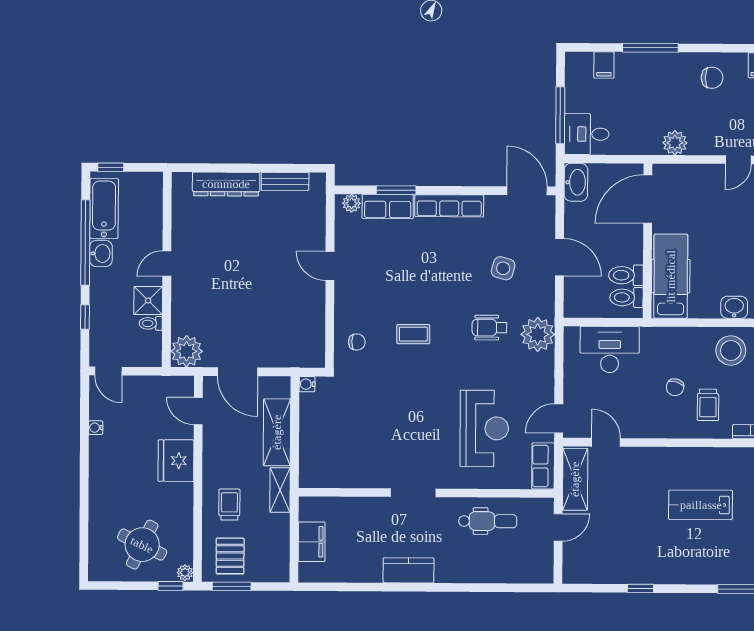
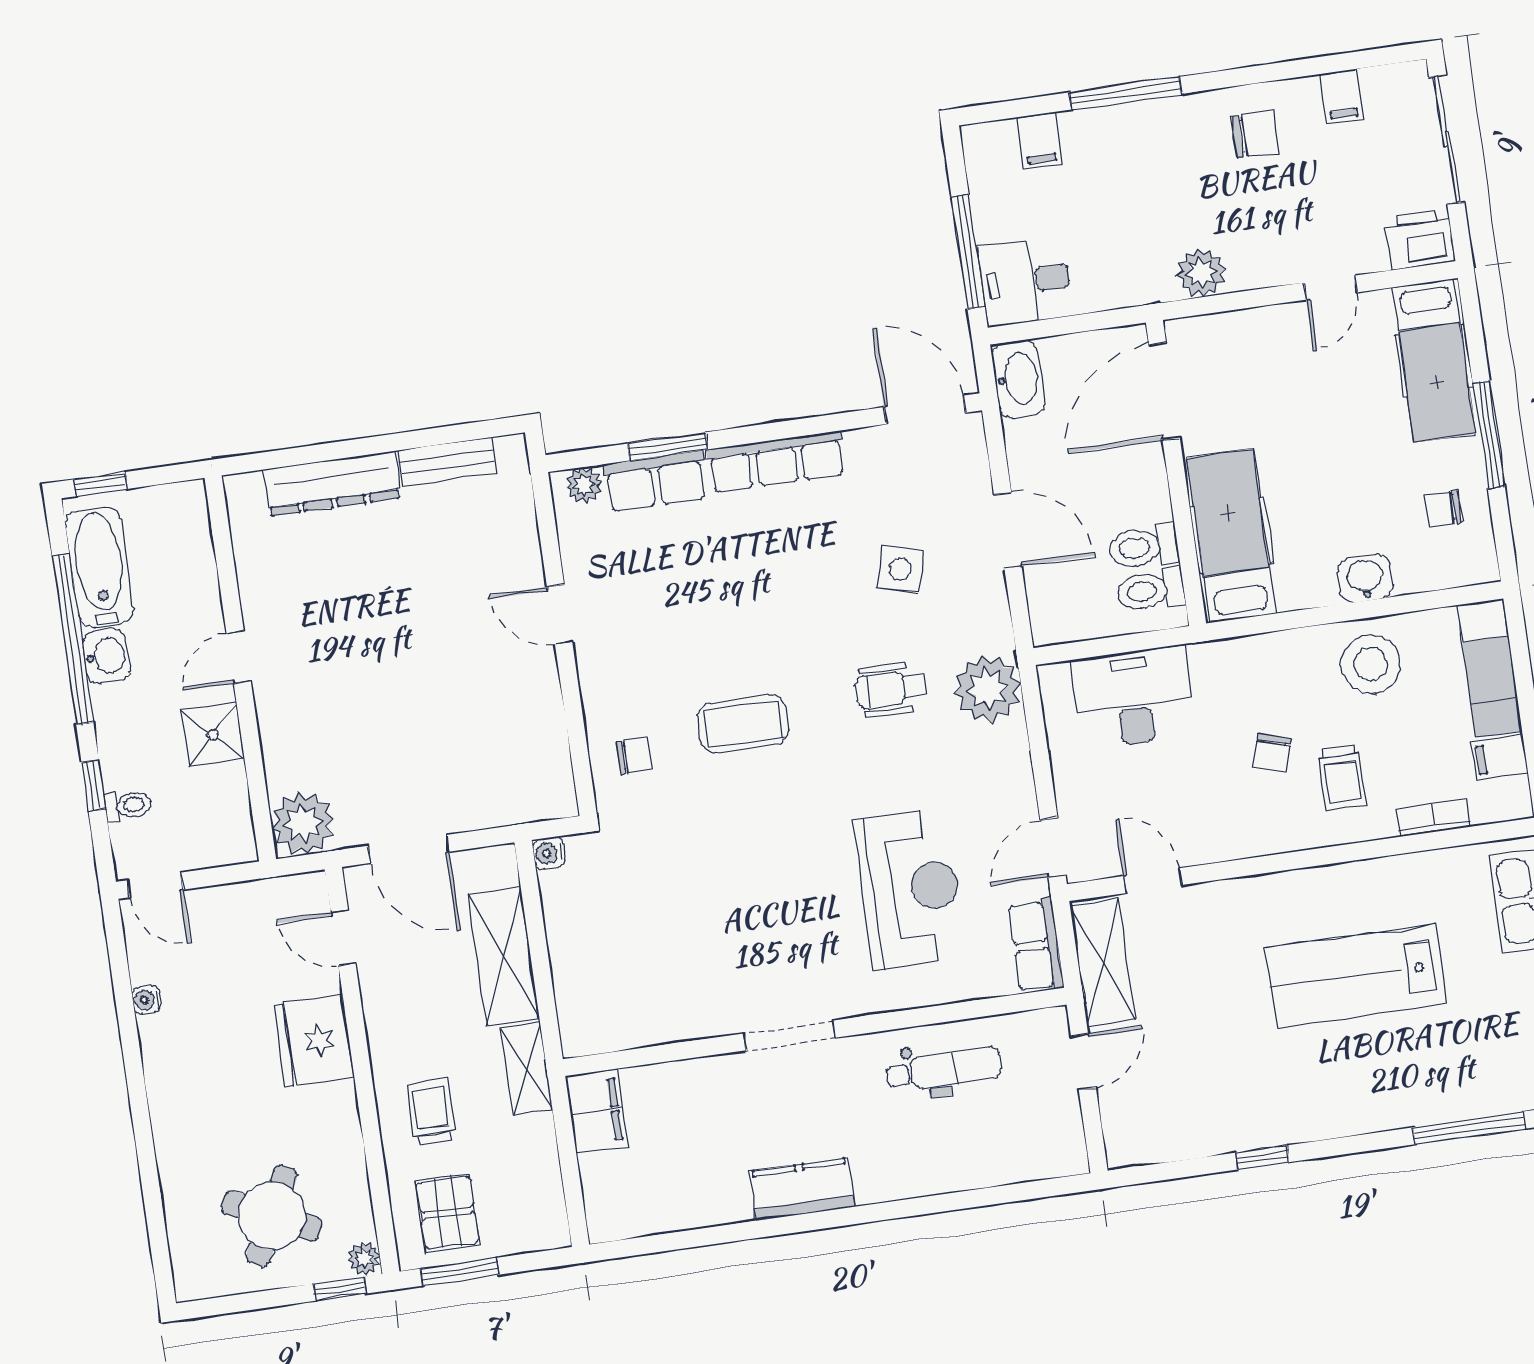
toilet: (151, 323) -> (128, 805), moved, turned 180
coffee table: (413, 334) -> (743, 724), width x1.36, depth x1.30
lab bench: (701, 505) -> (1356, 976), width x1.36, depth x1.39
filing cabinet: (312, 542) -> (597, 1111), moved

